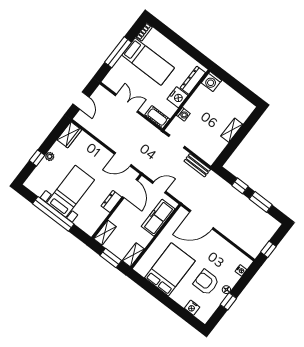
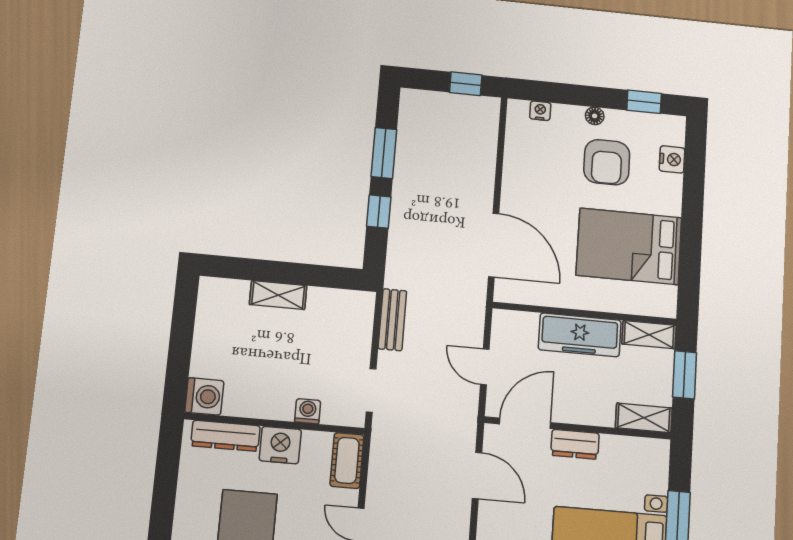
freezer: (158, 218) -> (580, 335), moved
window: (228, 301) -> (644, 102), moved

